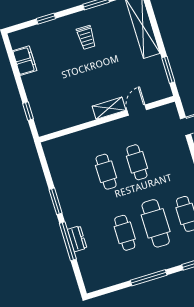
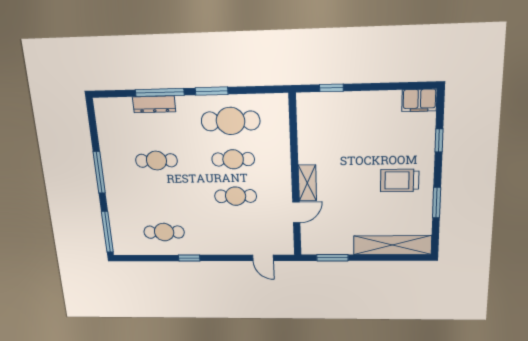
trolley: (86, 37) -> (400, 180), width x1.36, depth x1.39
filing cabinet: (25, 61) -> (419, 100), moved
door: (137, 110) -> (296, 212), hinge flipped
cafe table: (156, 223) -> (231, 121), moved
dresser: (77, 239) -> (154, 104), width x1.44

